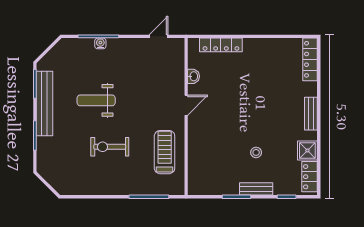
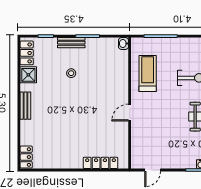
locker: (310, 59) -> (26, 157), width x0.66
washbasin: (193, 76) -> (123, 44), moved
treadmill: (165, 152) -> (148, 73), turned 180

